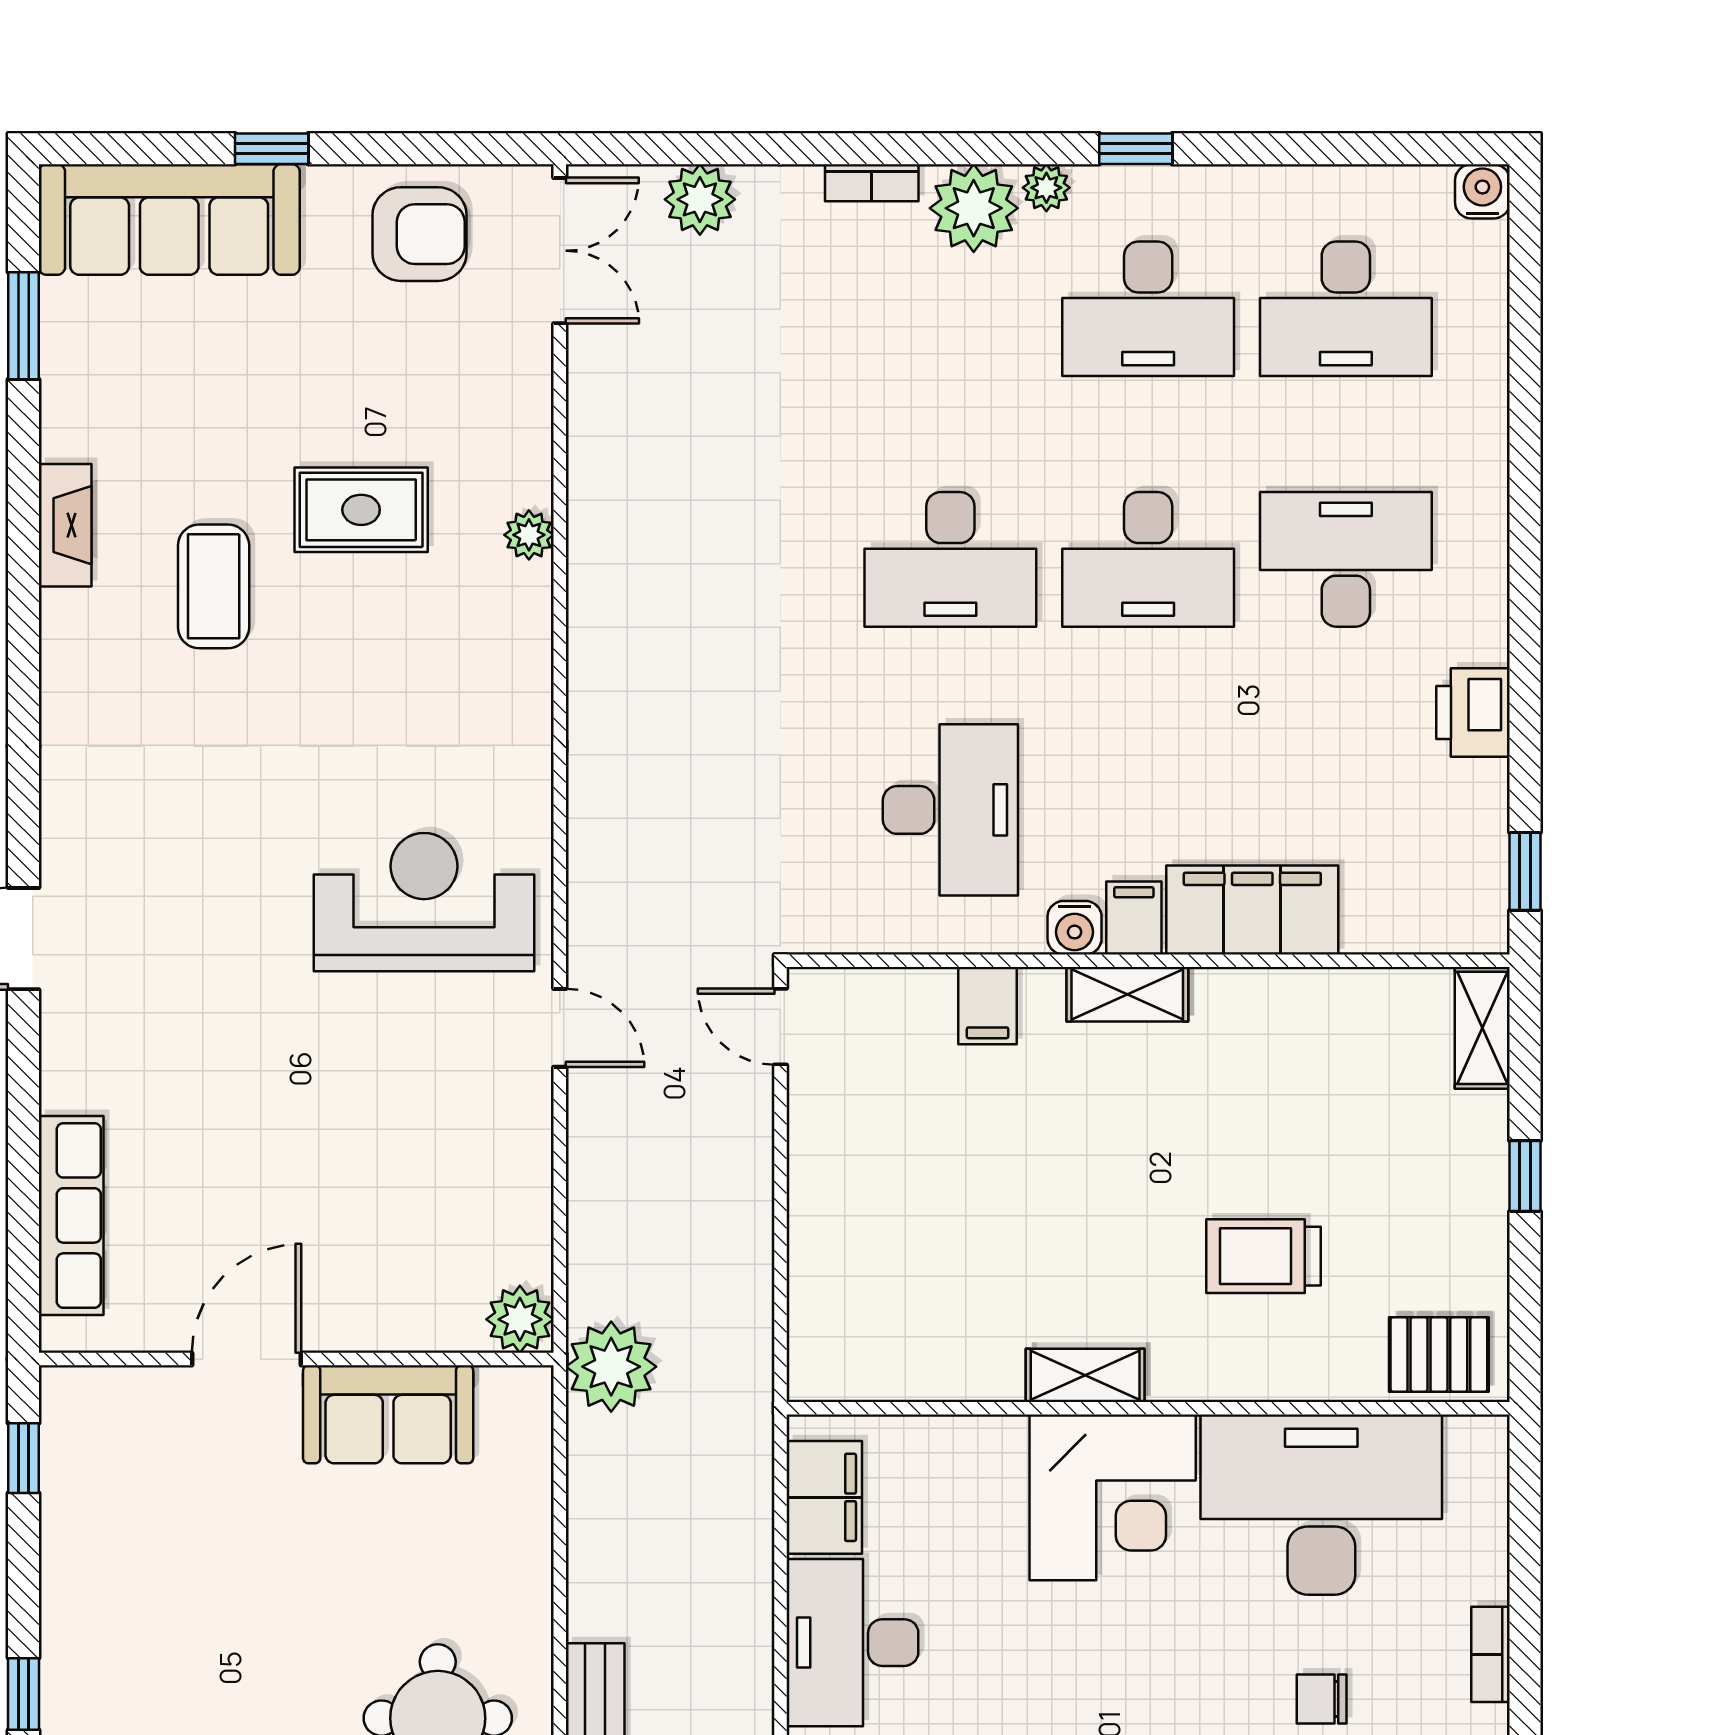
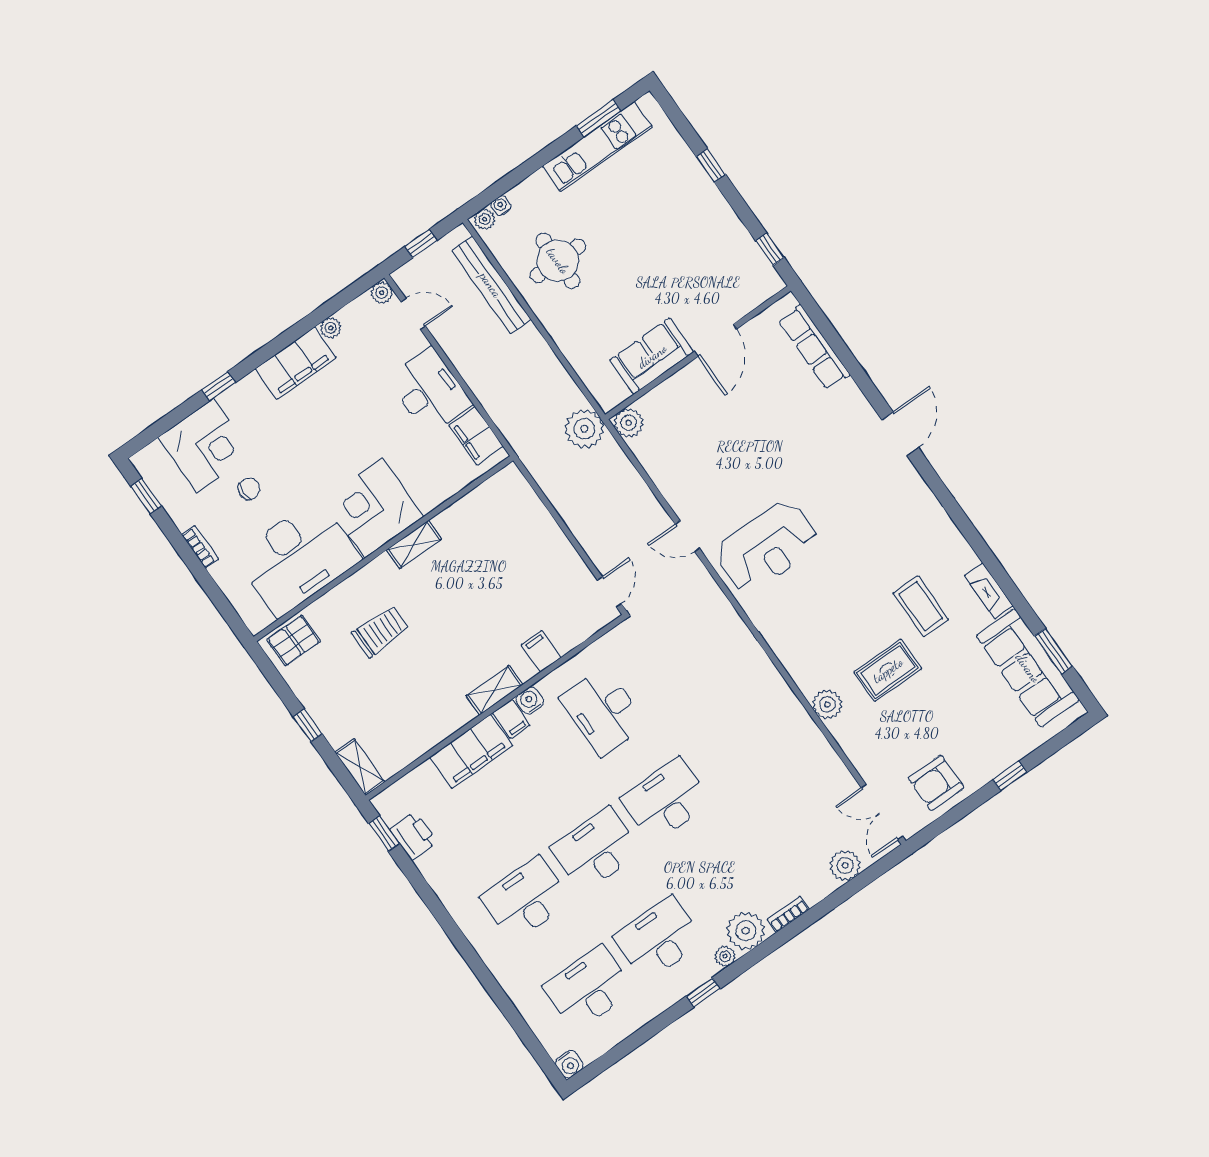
sofa: (169, 219) -> (1028, 668), moved, turned -90
plant: (529, 535) -> (827, 704), width x1.38, depth x1.38
desk: (1346, 559) -> (526, 899), turned 180
printer: (1473, 713) -> (413, 836), moved
door: (780, 1027) -> (609, 592), hinge flipped

